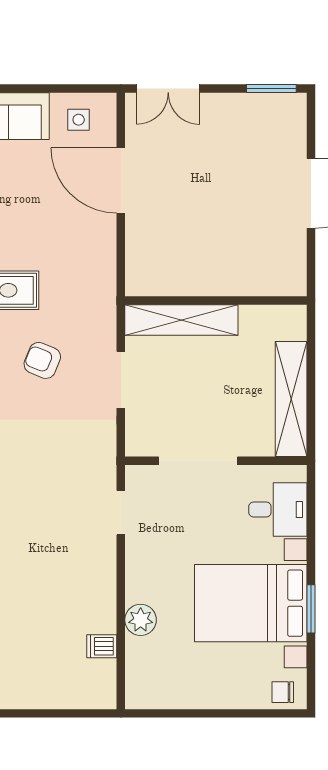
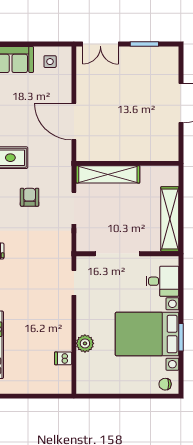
window: (271, 89) -> (144, 44), moved
door: (121, 180) -> (74, 121), moved
armchair: (42, 360) -> (30, 197), turned 68

